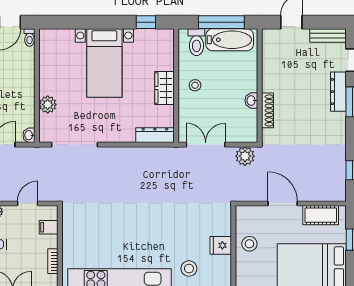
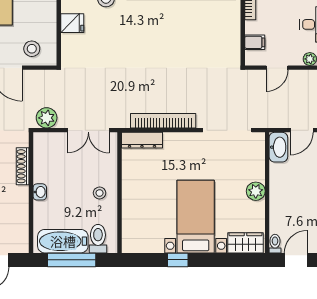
window: (146, 22) -> (178, 260), moved
wardrobe: (164, 88) -> (245, 243), moved, turned -90
washbasin: (251, 101) -> (40, 192), moved
plant: (48, 105) -> (256, 191), moved
washbasin: (29, 135) -> (278, 147), width x1.91, depth x1.45
bookcase: (135, 153) -> (163, 121), added
stool: (249, 244) -> (32, 49), moved

